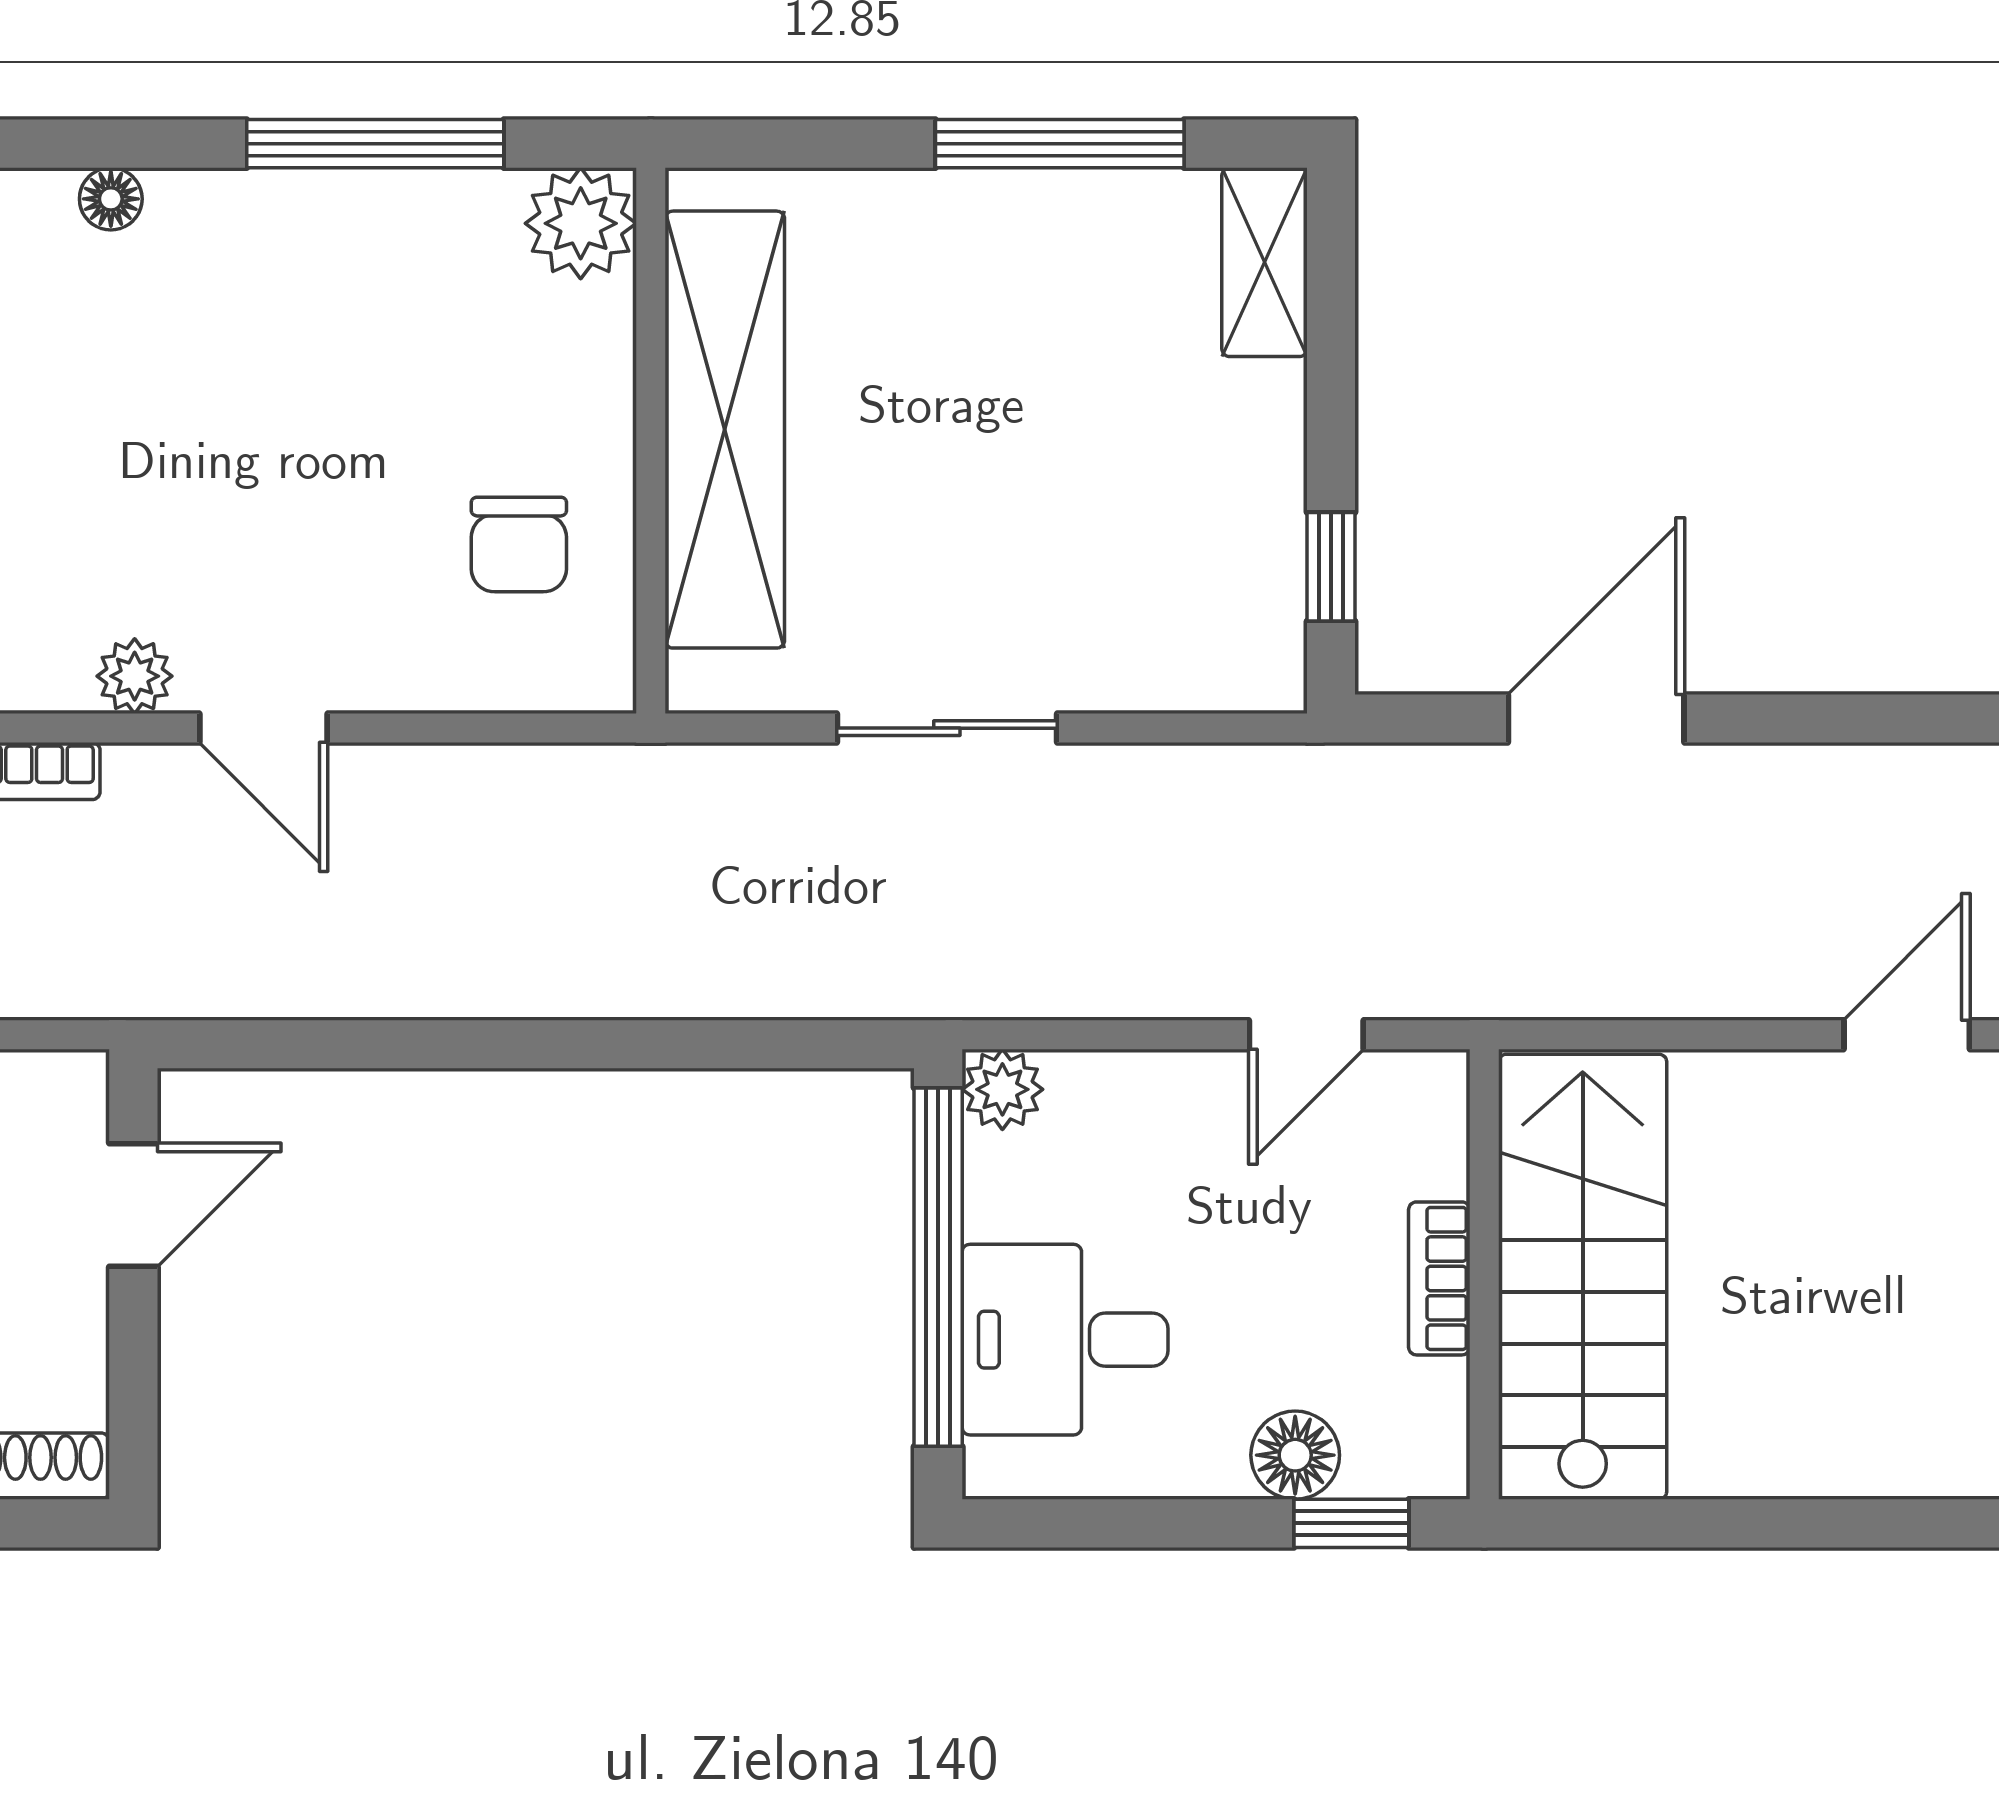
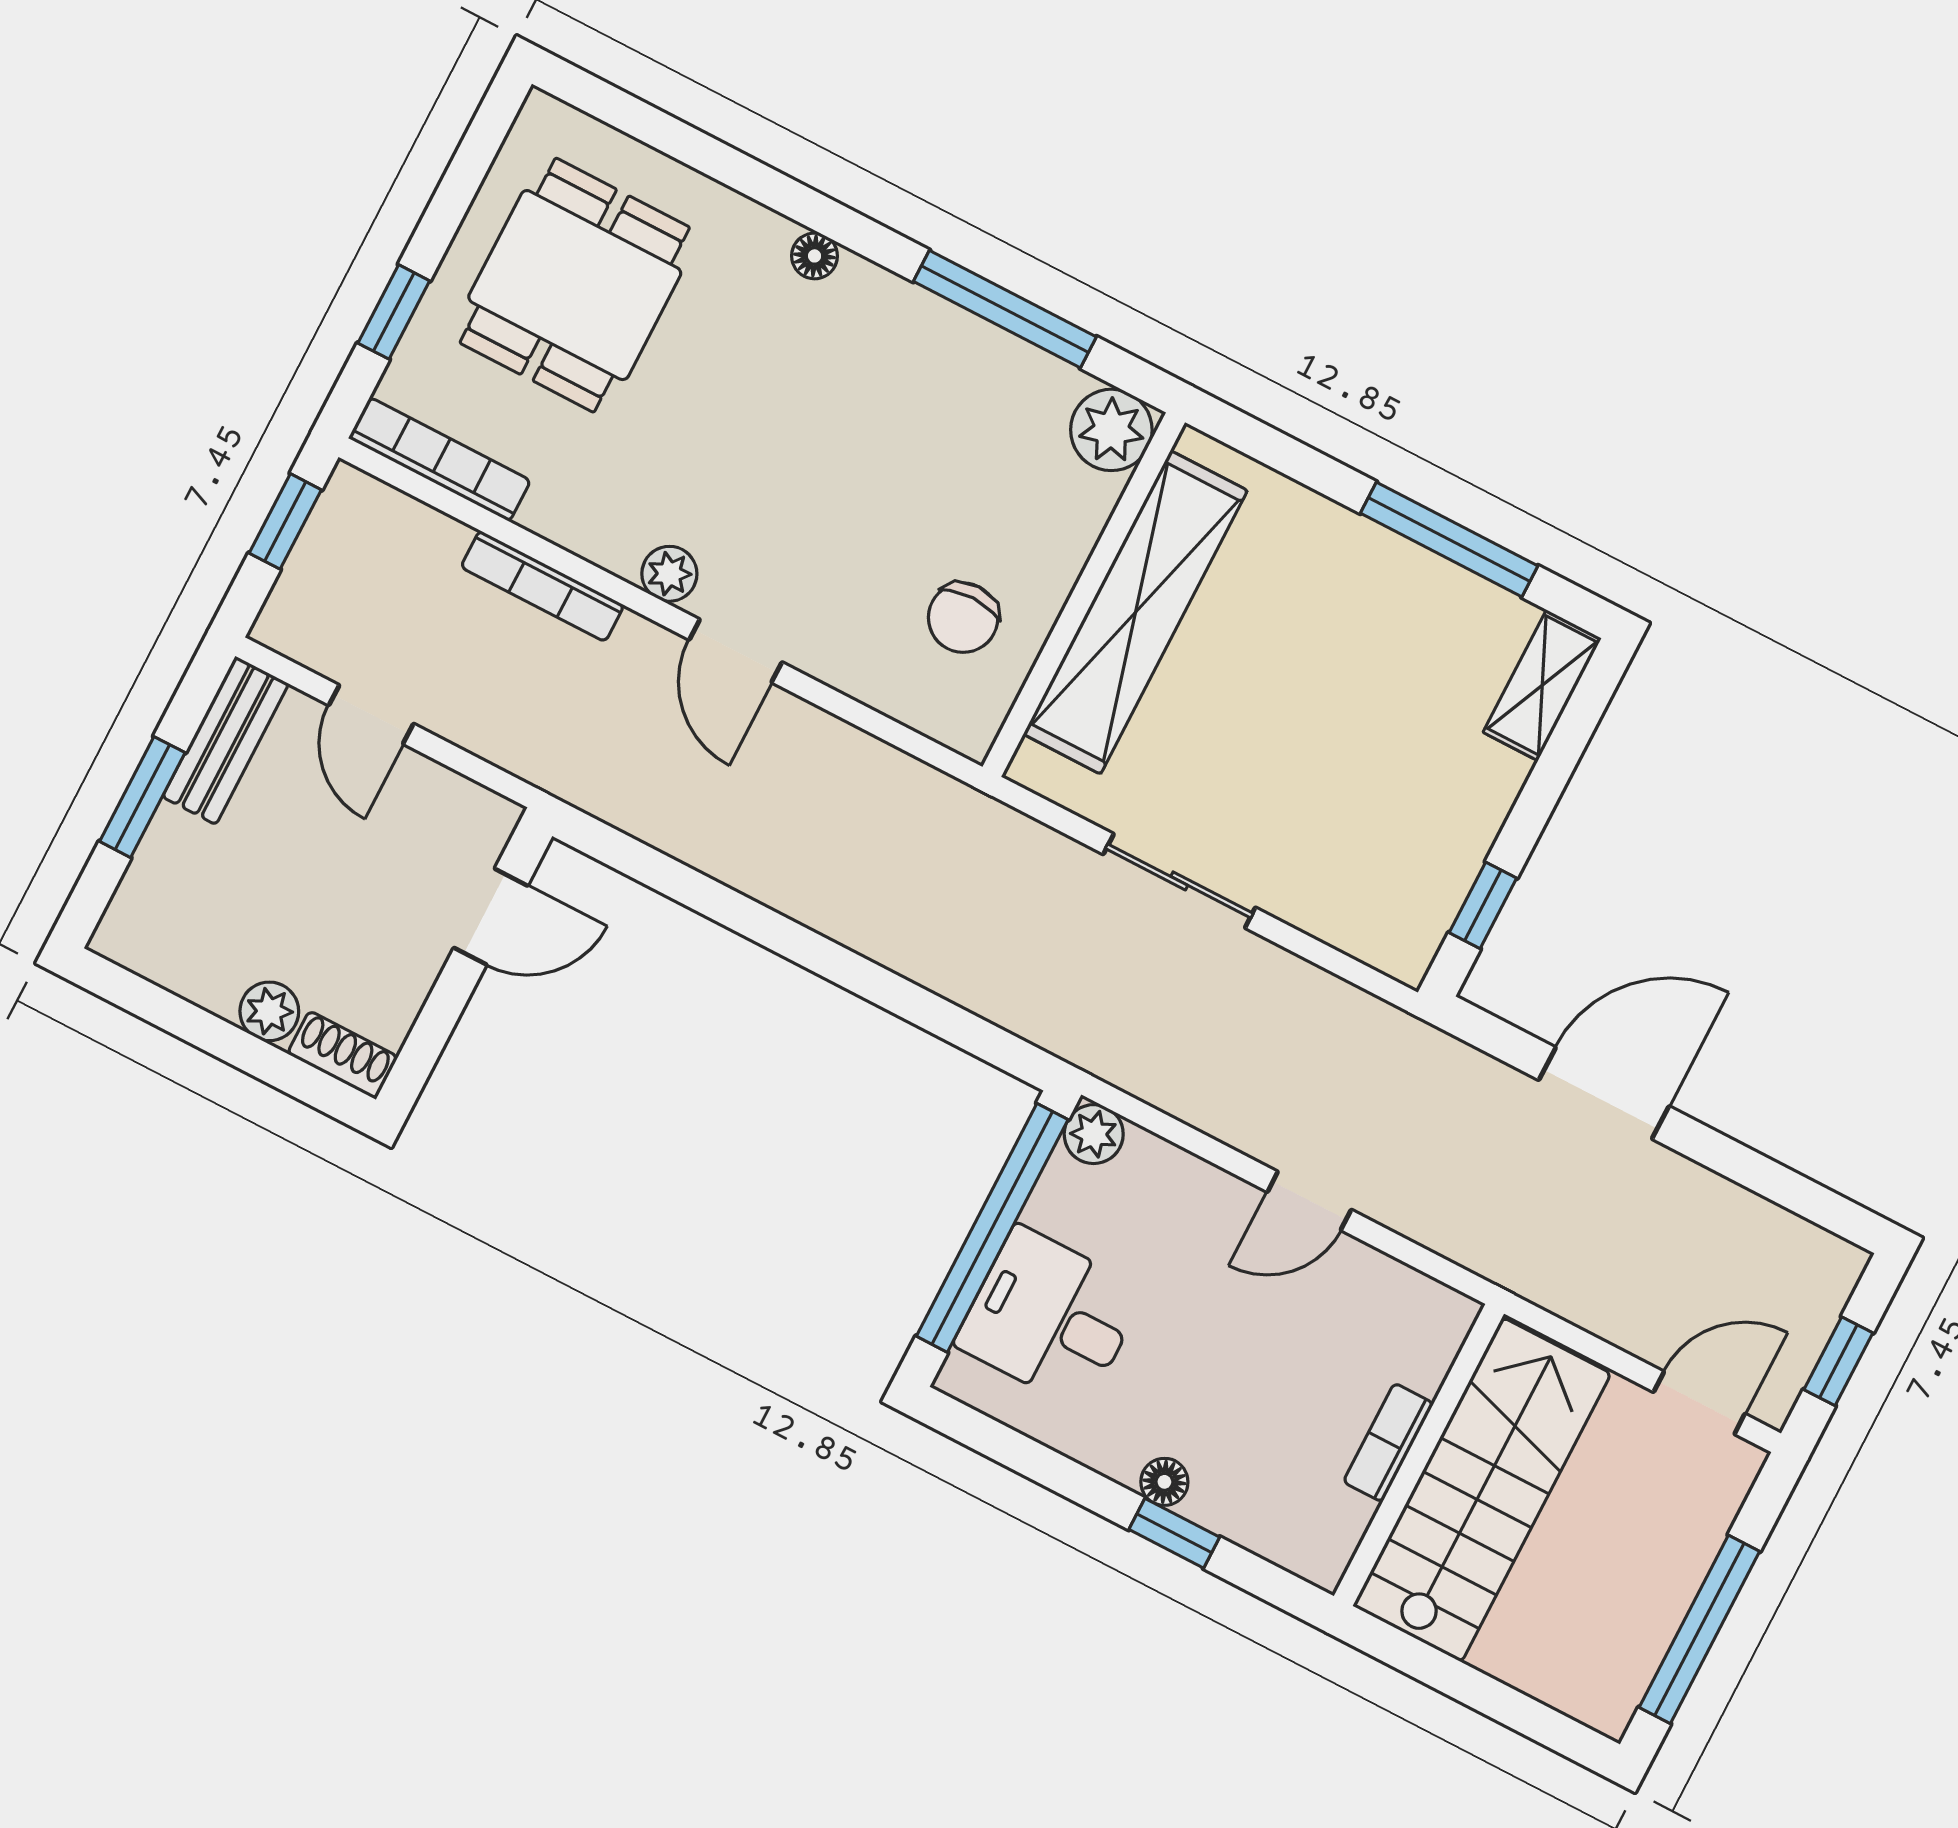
wall: (1484, 1274) -> (1419, 1455), moved
stairs: (1583, 1277) -> (1482, 1490), moved
bookcase: (1439, 1278) -> (1388, 1443), moved
floor lamp: (1295, 1455) -> (1164, 1482), width x0.73, depth x0.73

